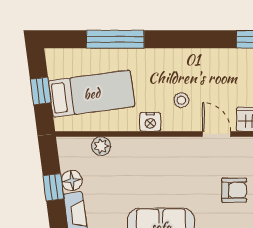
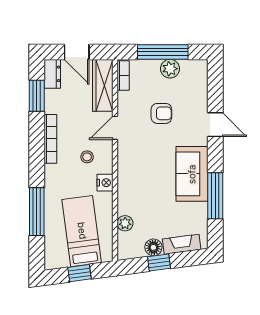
bookcase: (203, 56) -> (50, 139), added
armchair: (234, 190) -> (161, 113), turned 90

